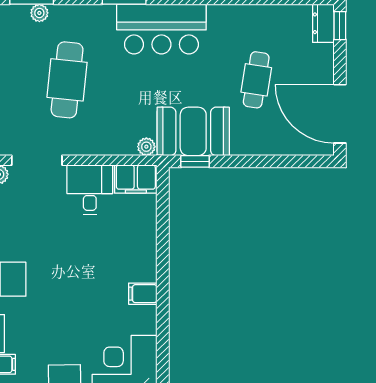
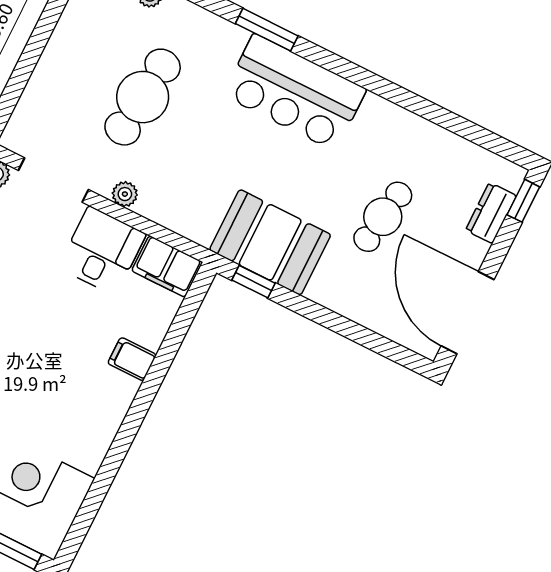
dresser: (323, 23) -> (491, 213), moved
plant: (146, 147) -> (125, 194), moved
filing cabinet: (143, 294) -> (132, 359), moved

